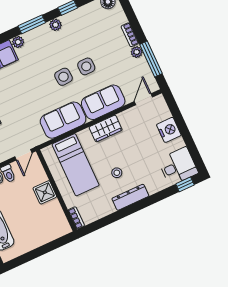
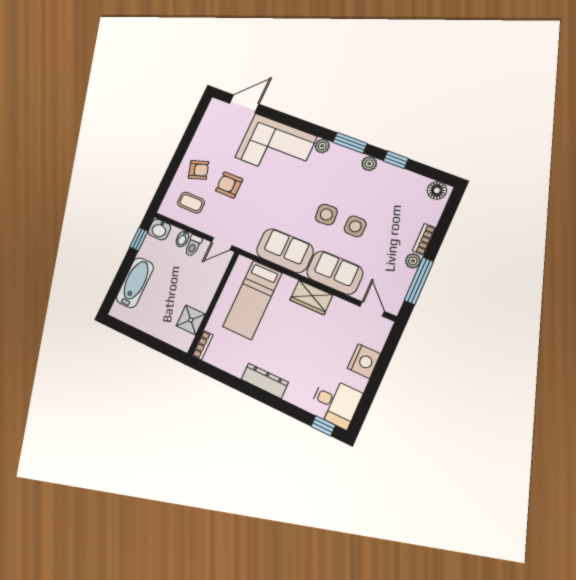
door: (143, 99) -> (372, 309), hinge flipped
stool: (117, 173) -> (278, 346), removed
shower: (45, 192) -> (191, 320), moved

